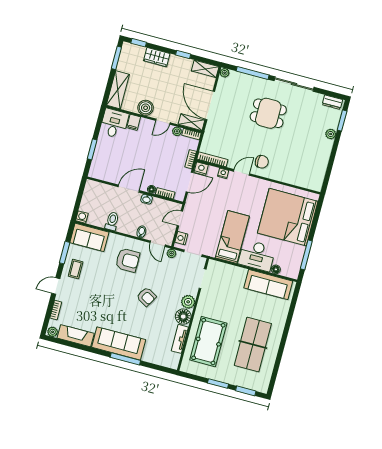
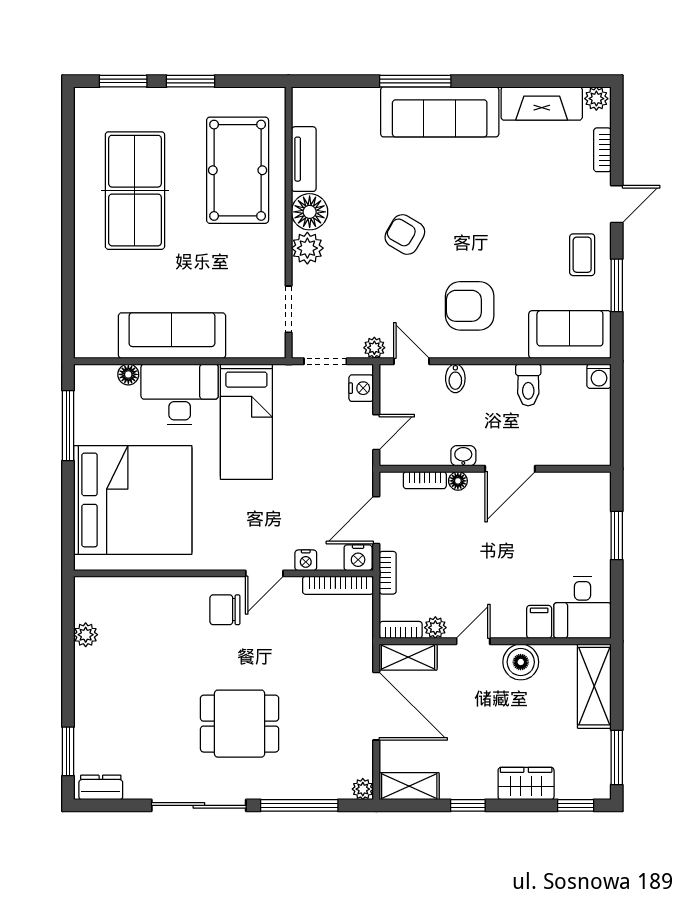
plant: (331, 134) -> (86, 635), moved
sofa: (268, 285) -> (172, 336), moved

